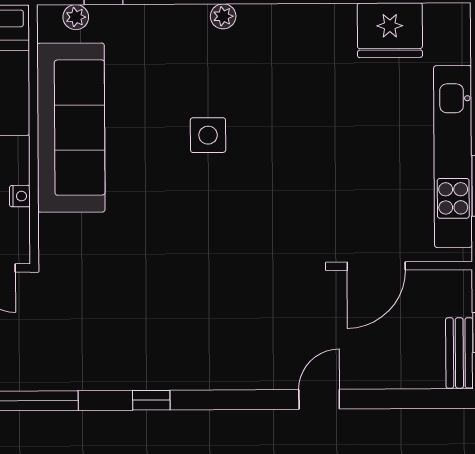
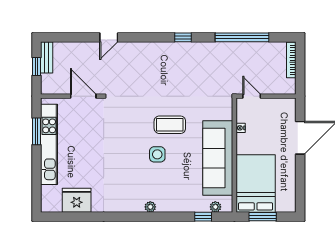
coffee table: (180, 202) -> (170, 125), added
door: (376, 266) -> (83, 96), hinge flipped

